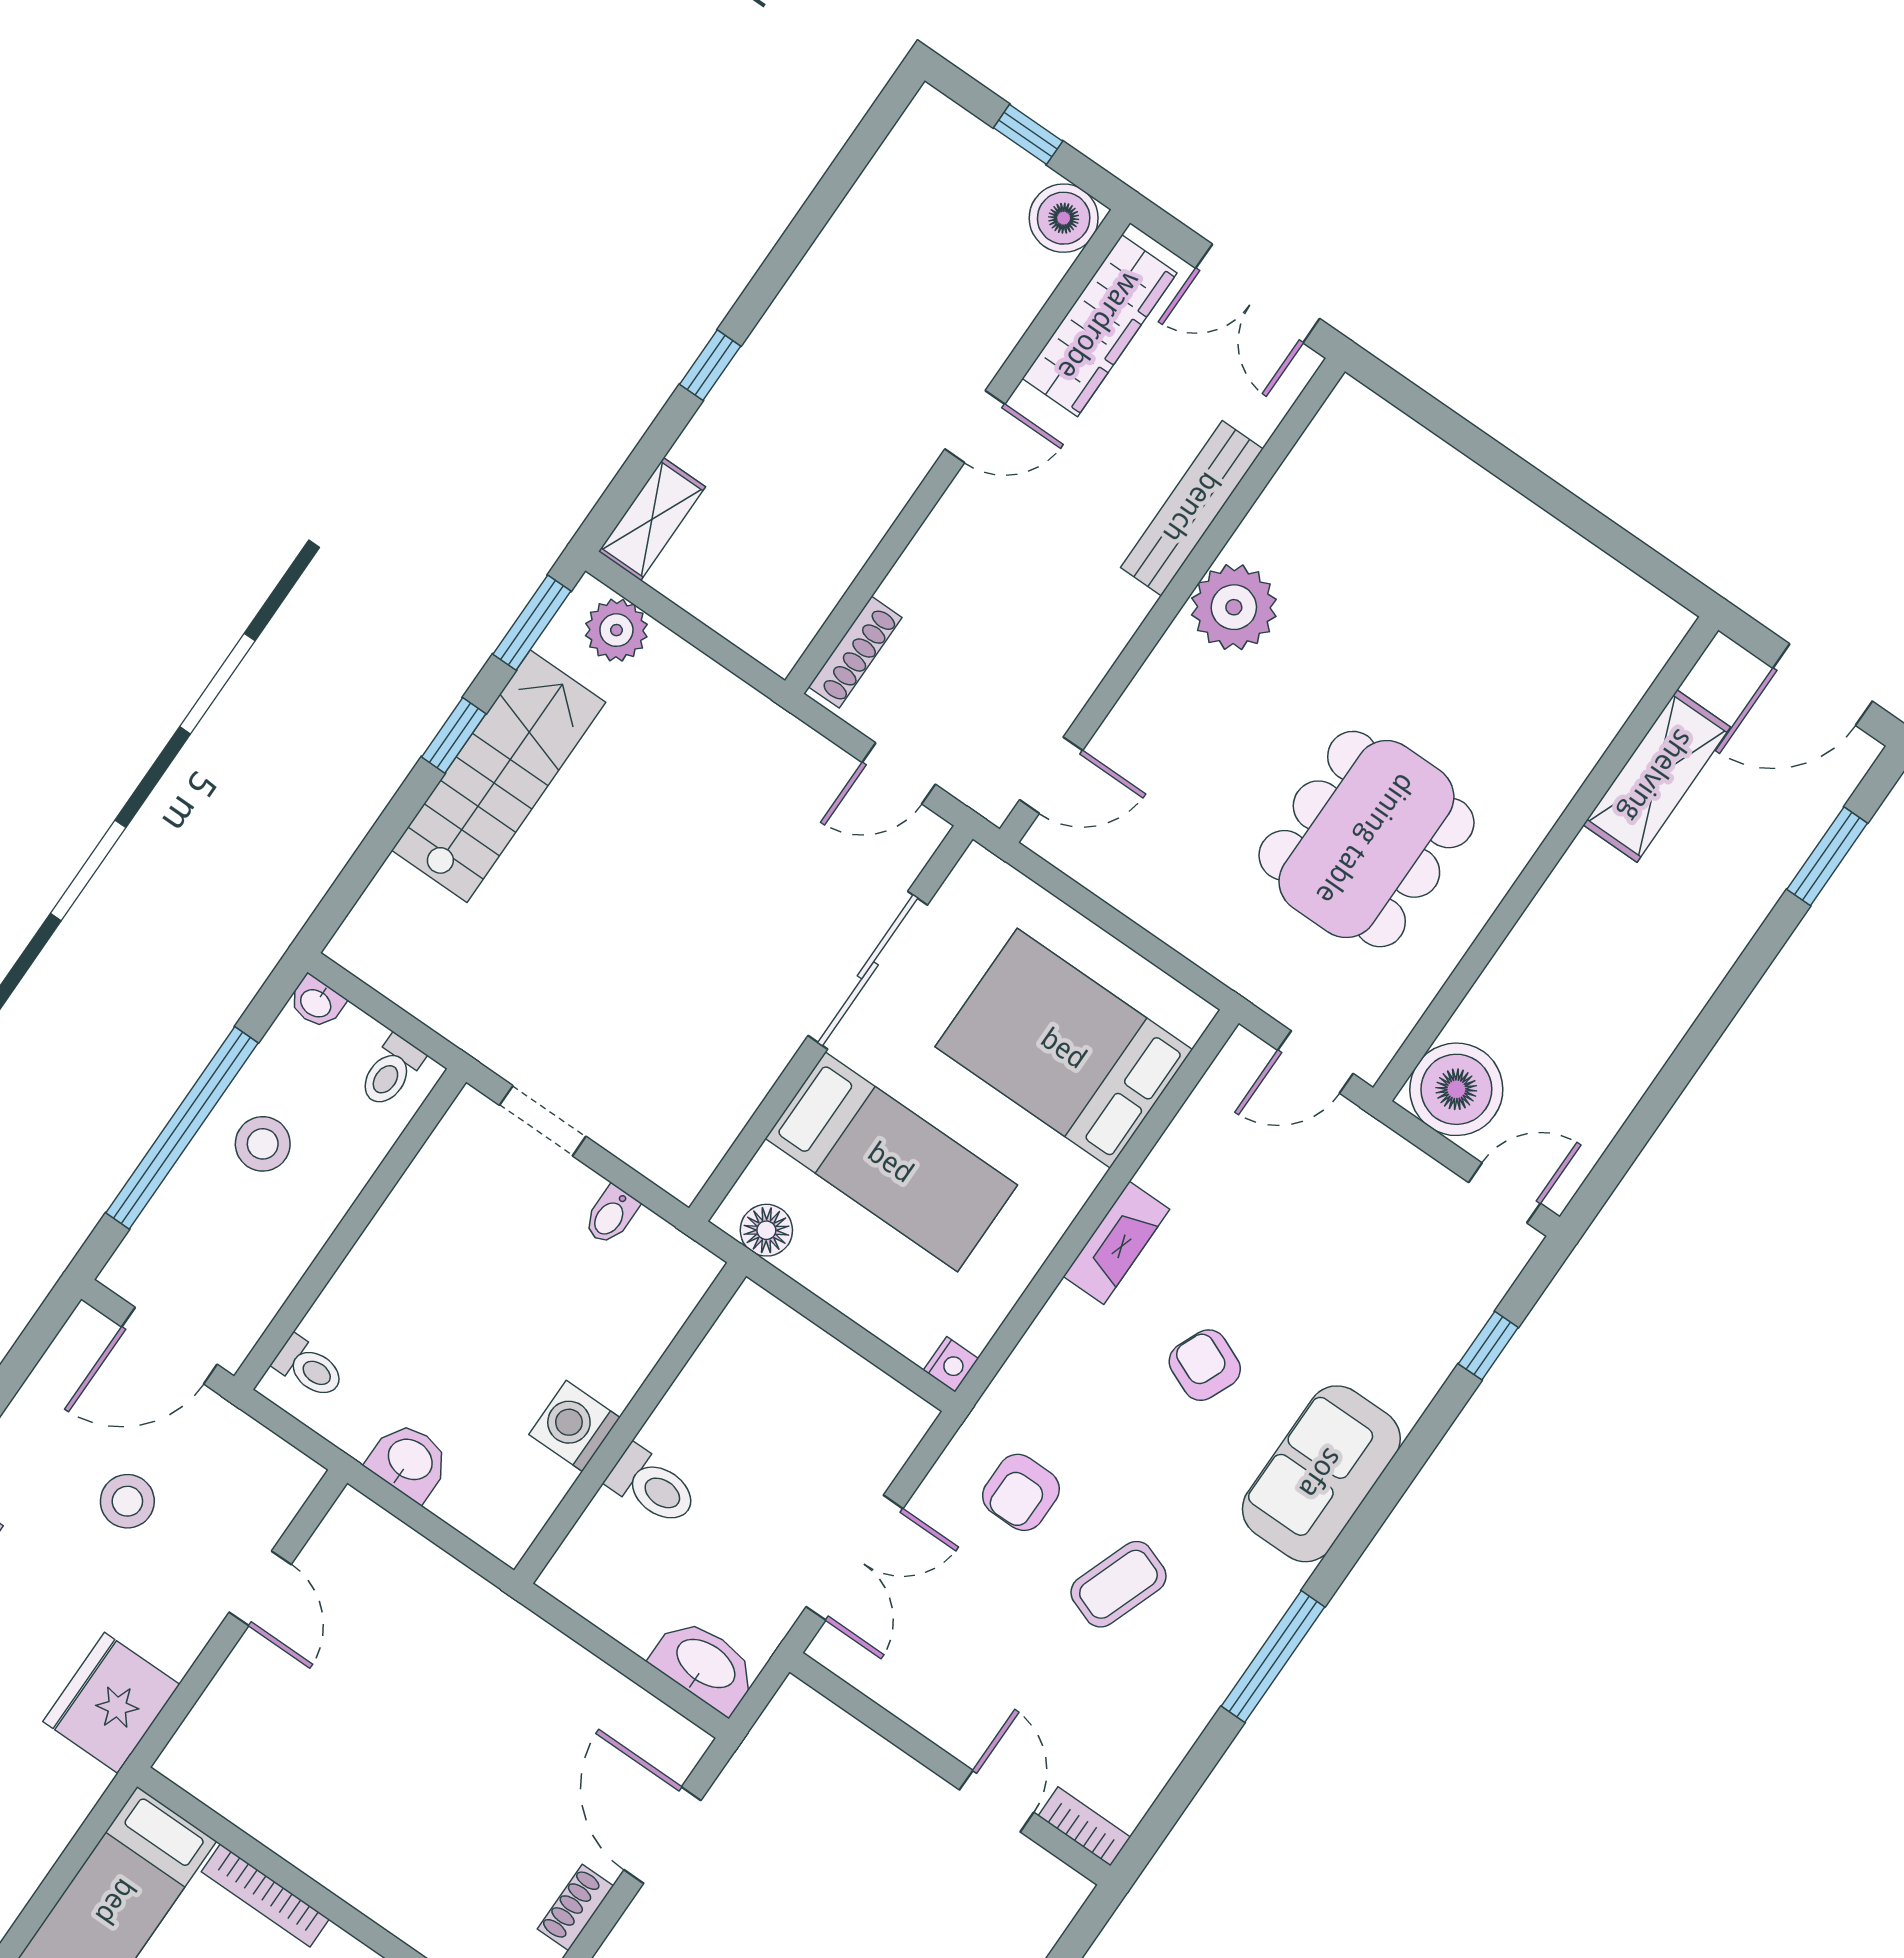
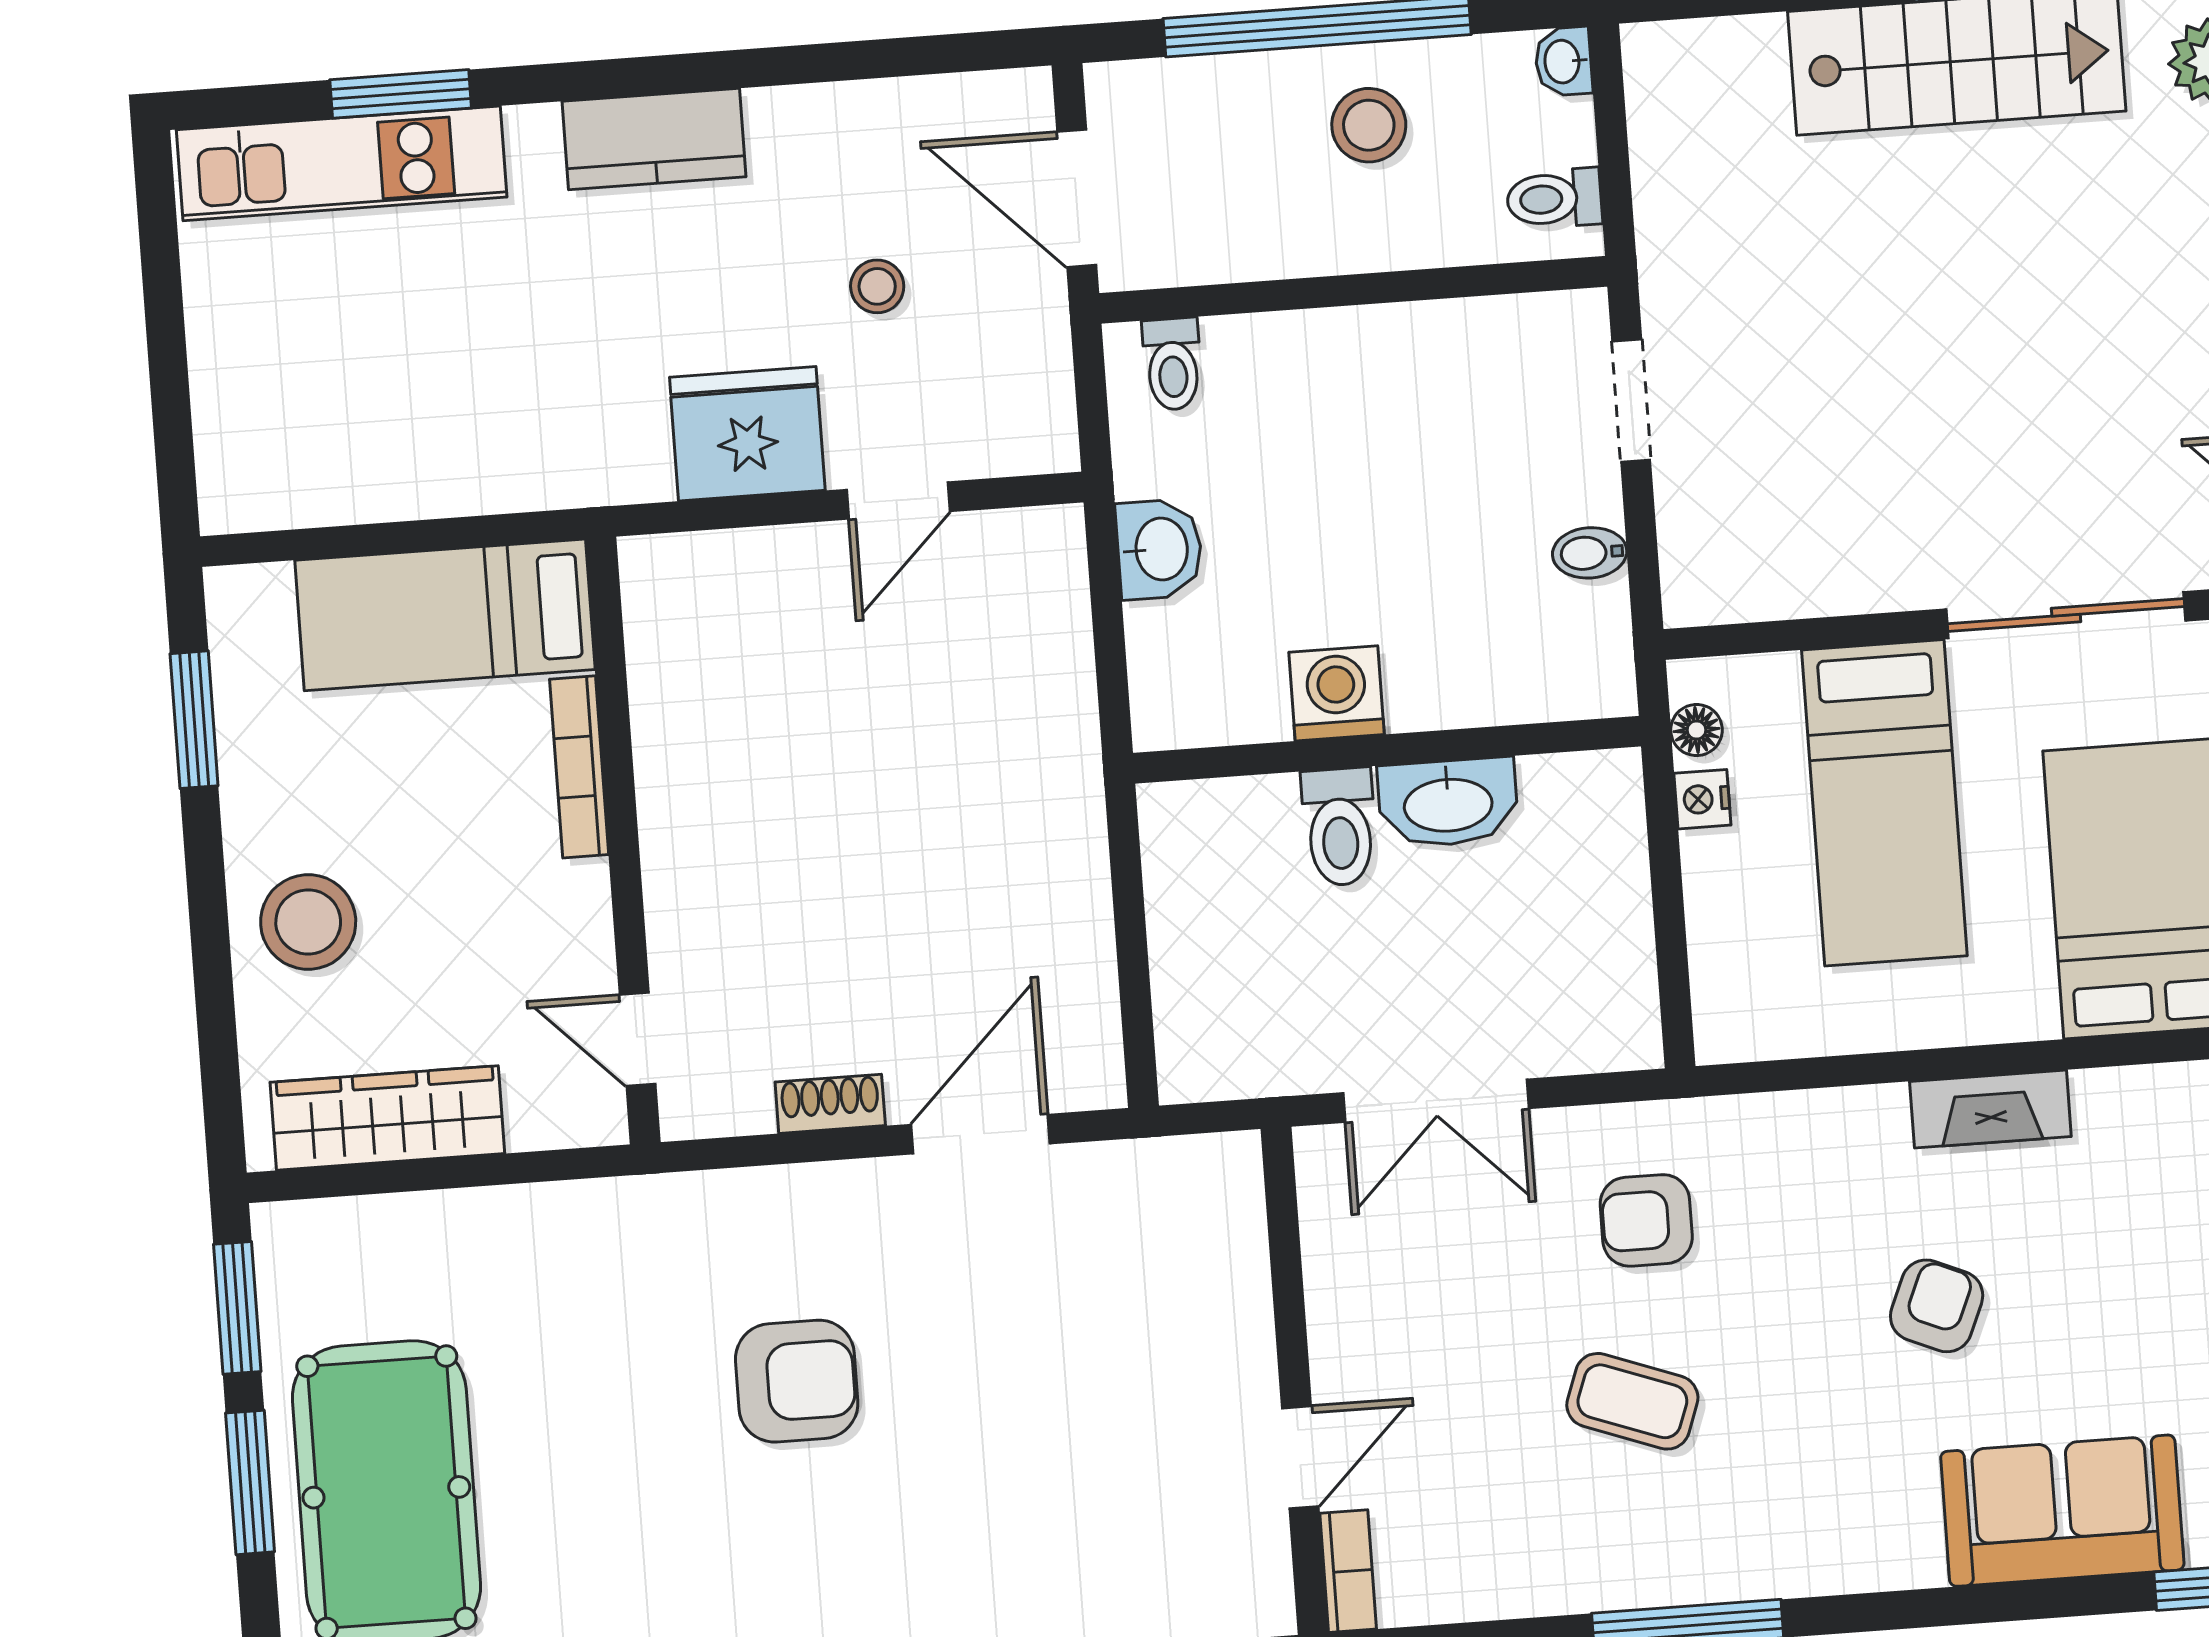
floor lamp: (766, 1230) -> (1697, 730), width x0.73, depth x0.73
nightstand: (951, 1364) -> (1702, 799), moved, turned 90
sofa: (1321, 1474) -> (2062, 1511), moved
stool: (127, 1501) -> (877, 286), width x0.73, depth x0.73
washbasin: (705, 1665) -> (1448, 803), moved, turned 90
fridge: (111, 1703) -> (747, 434), moved

